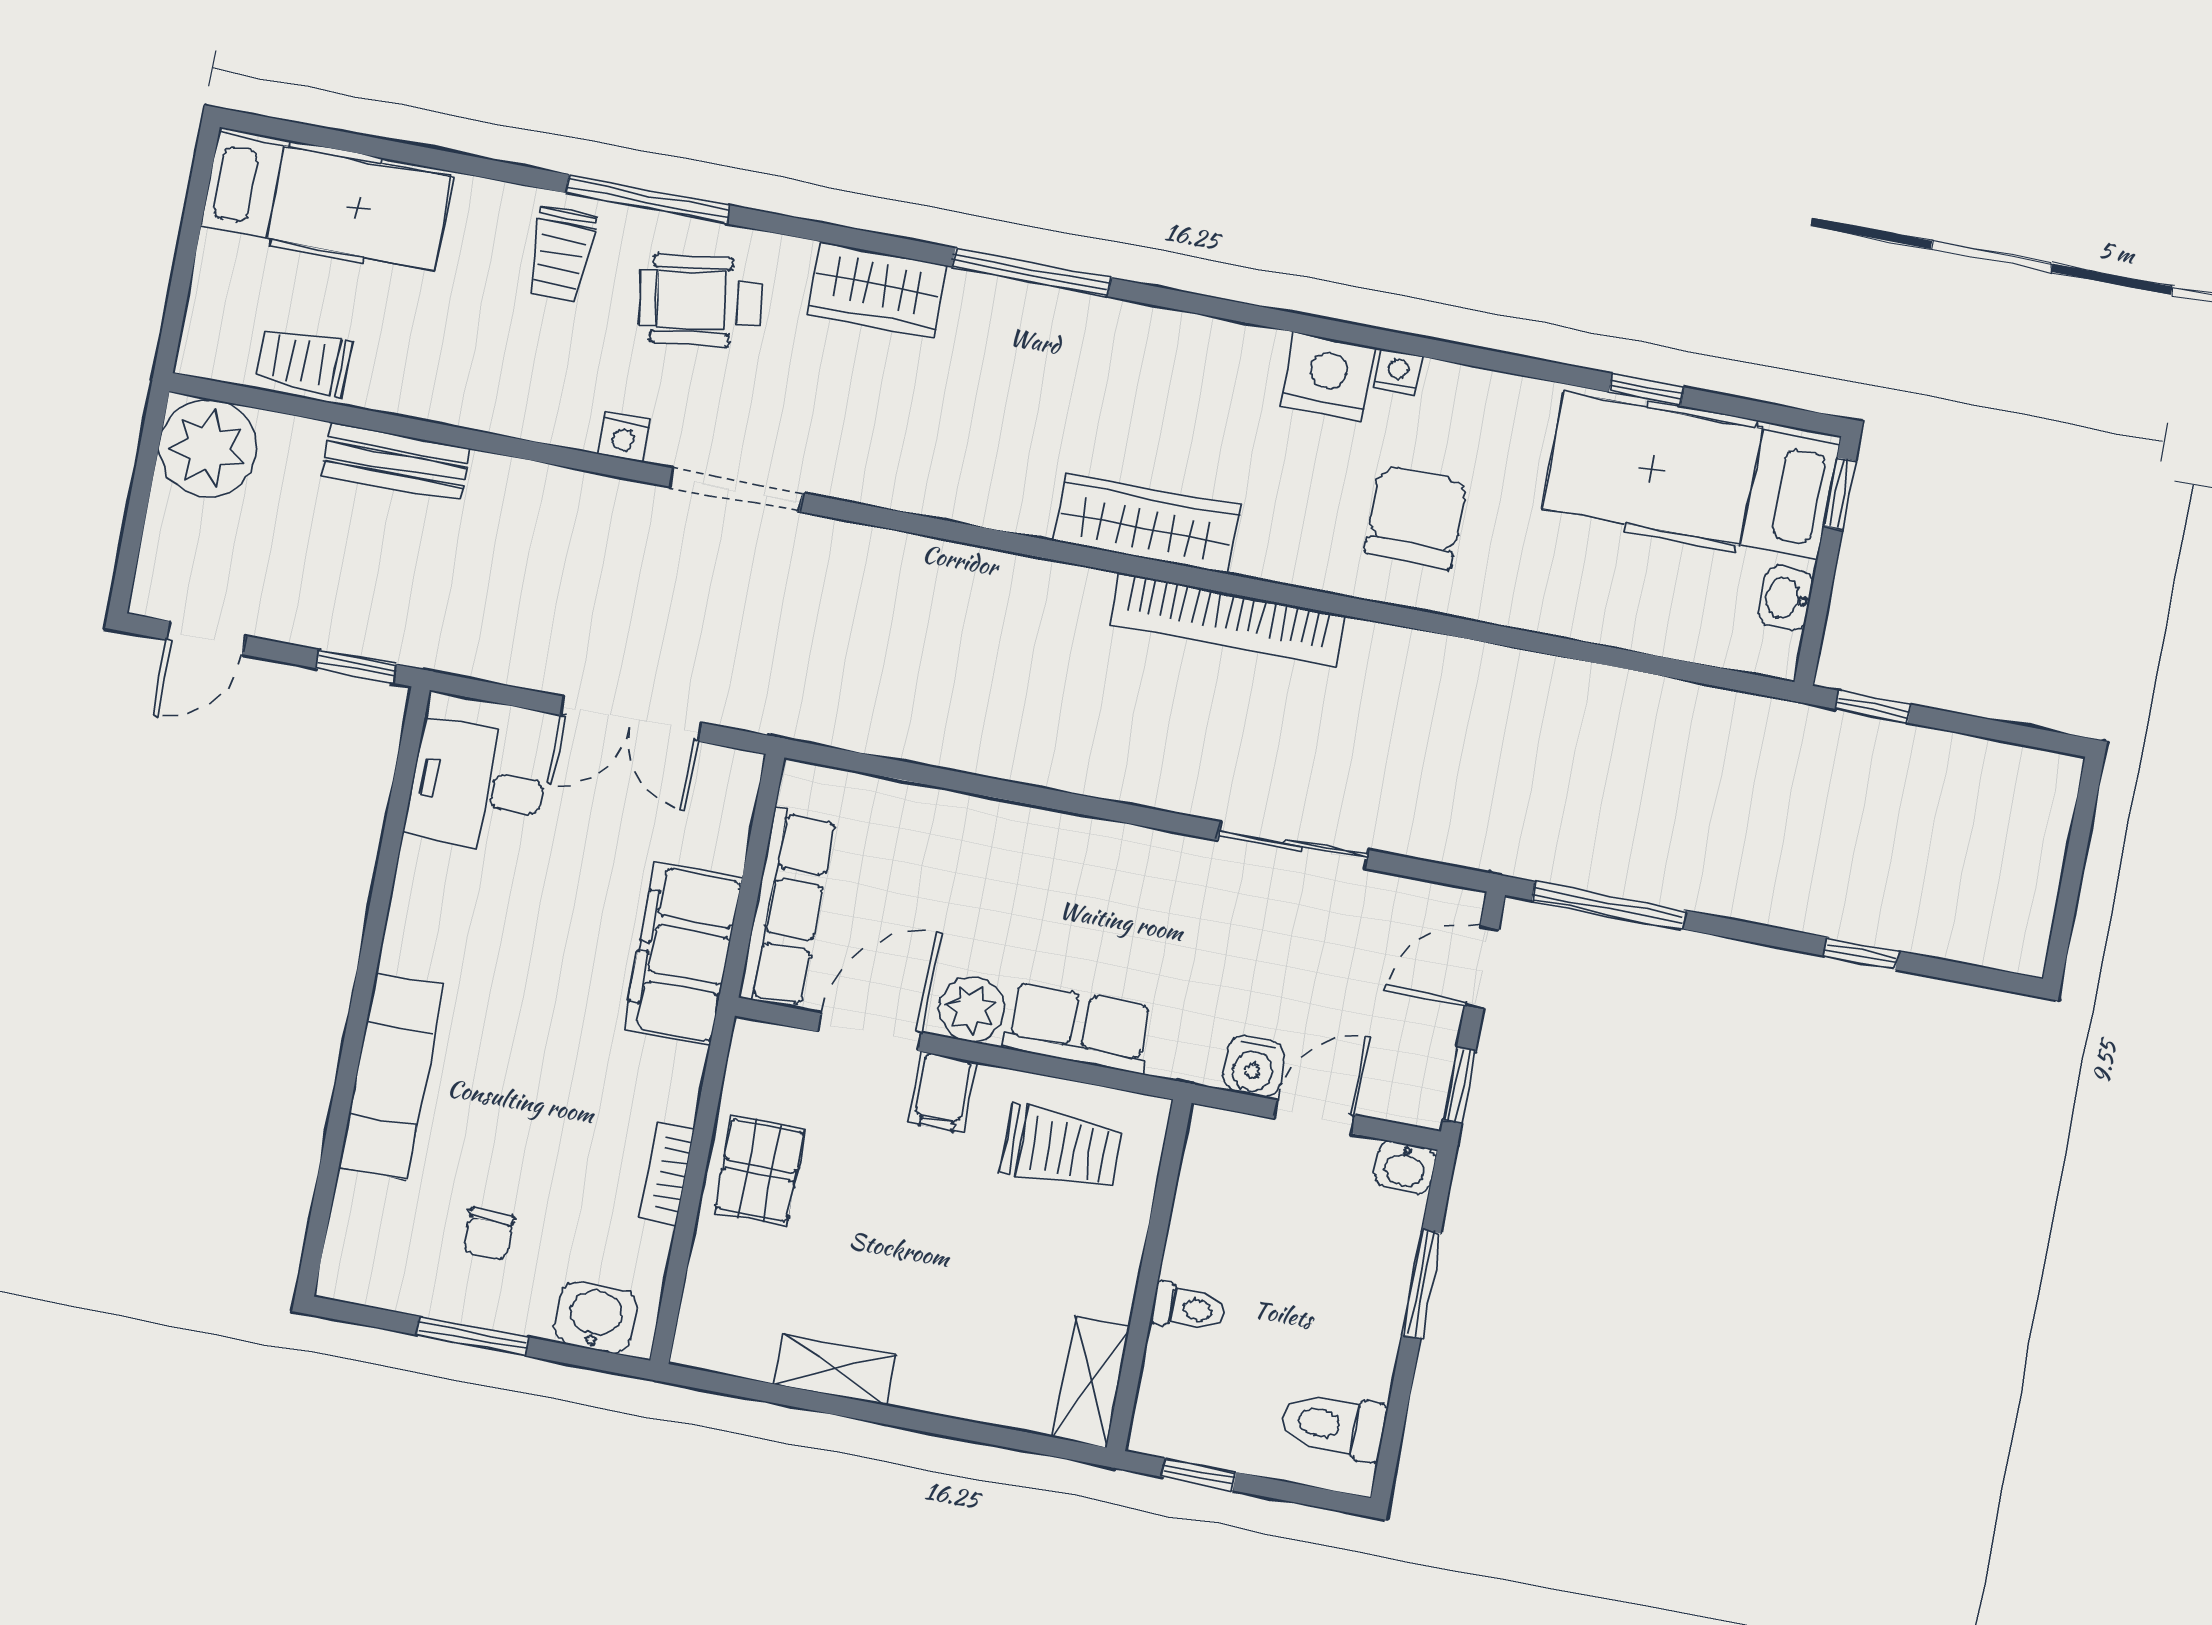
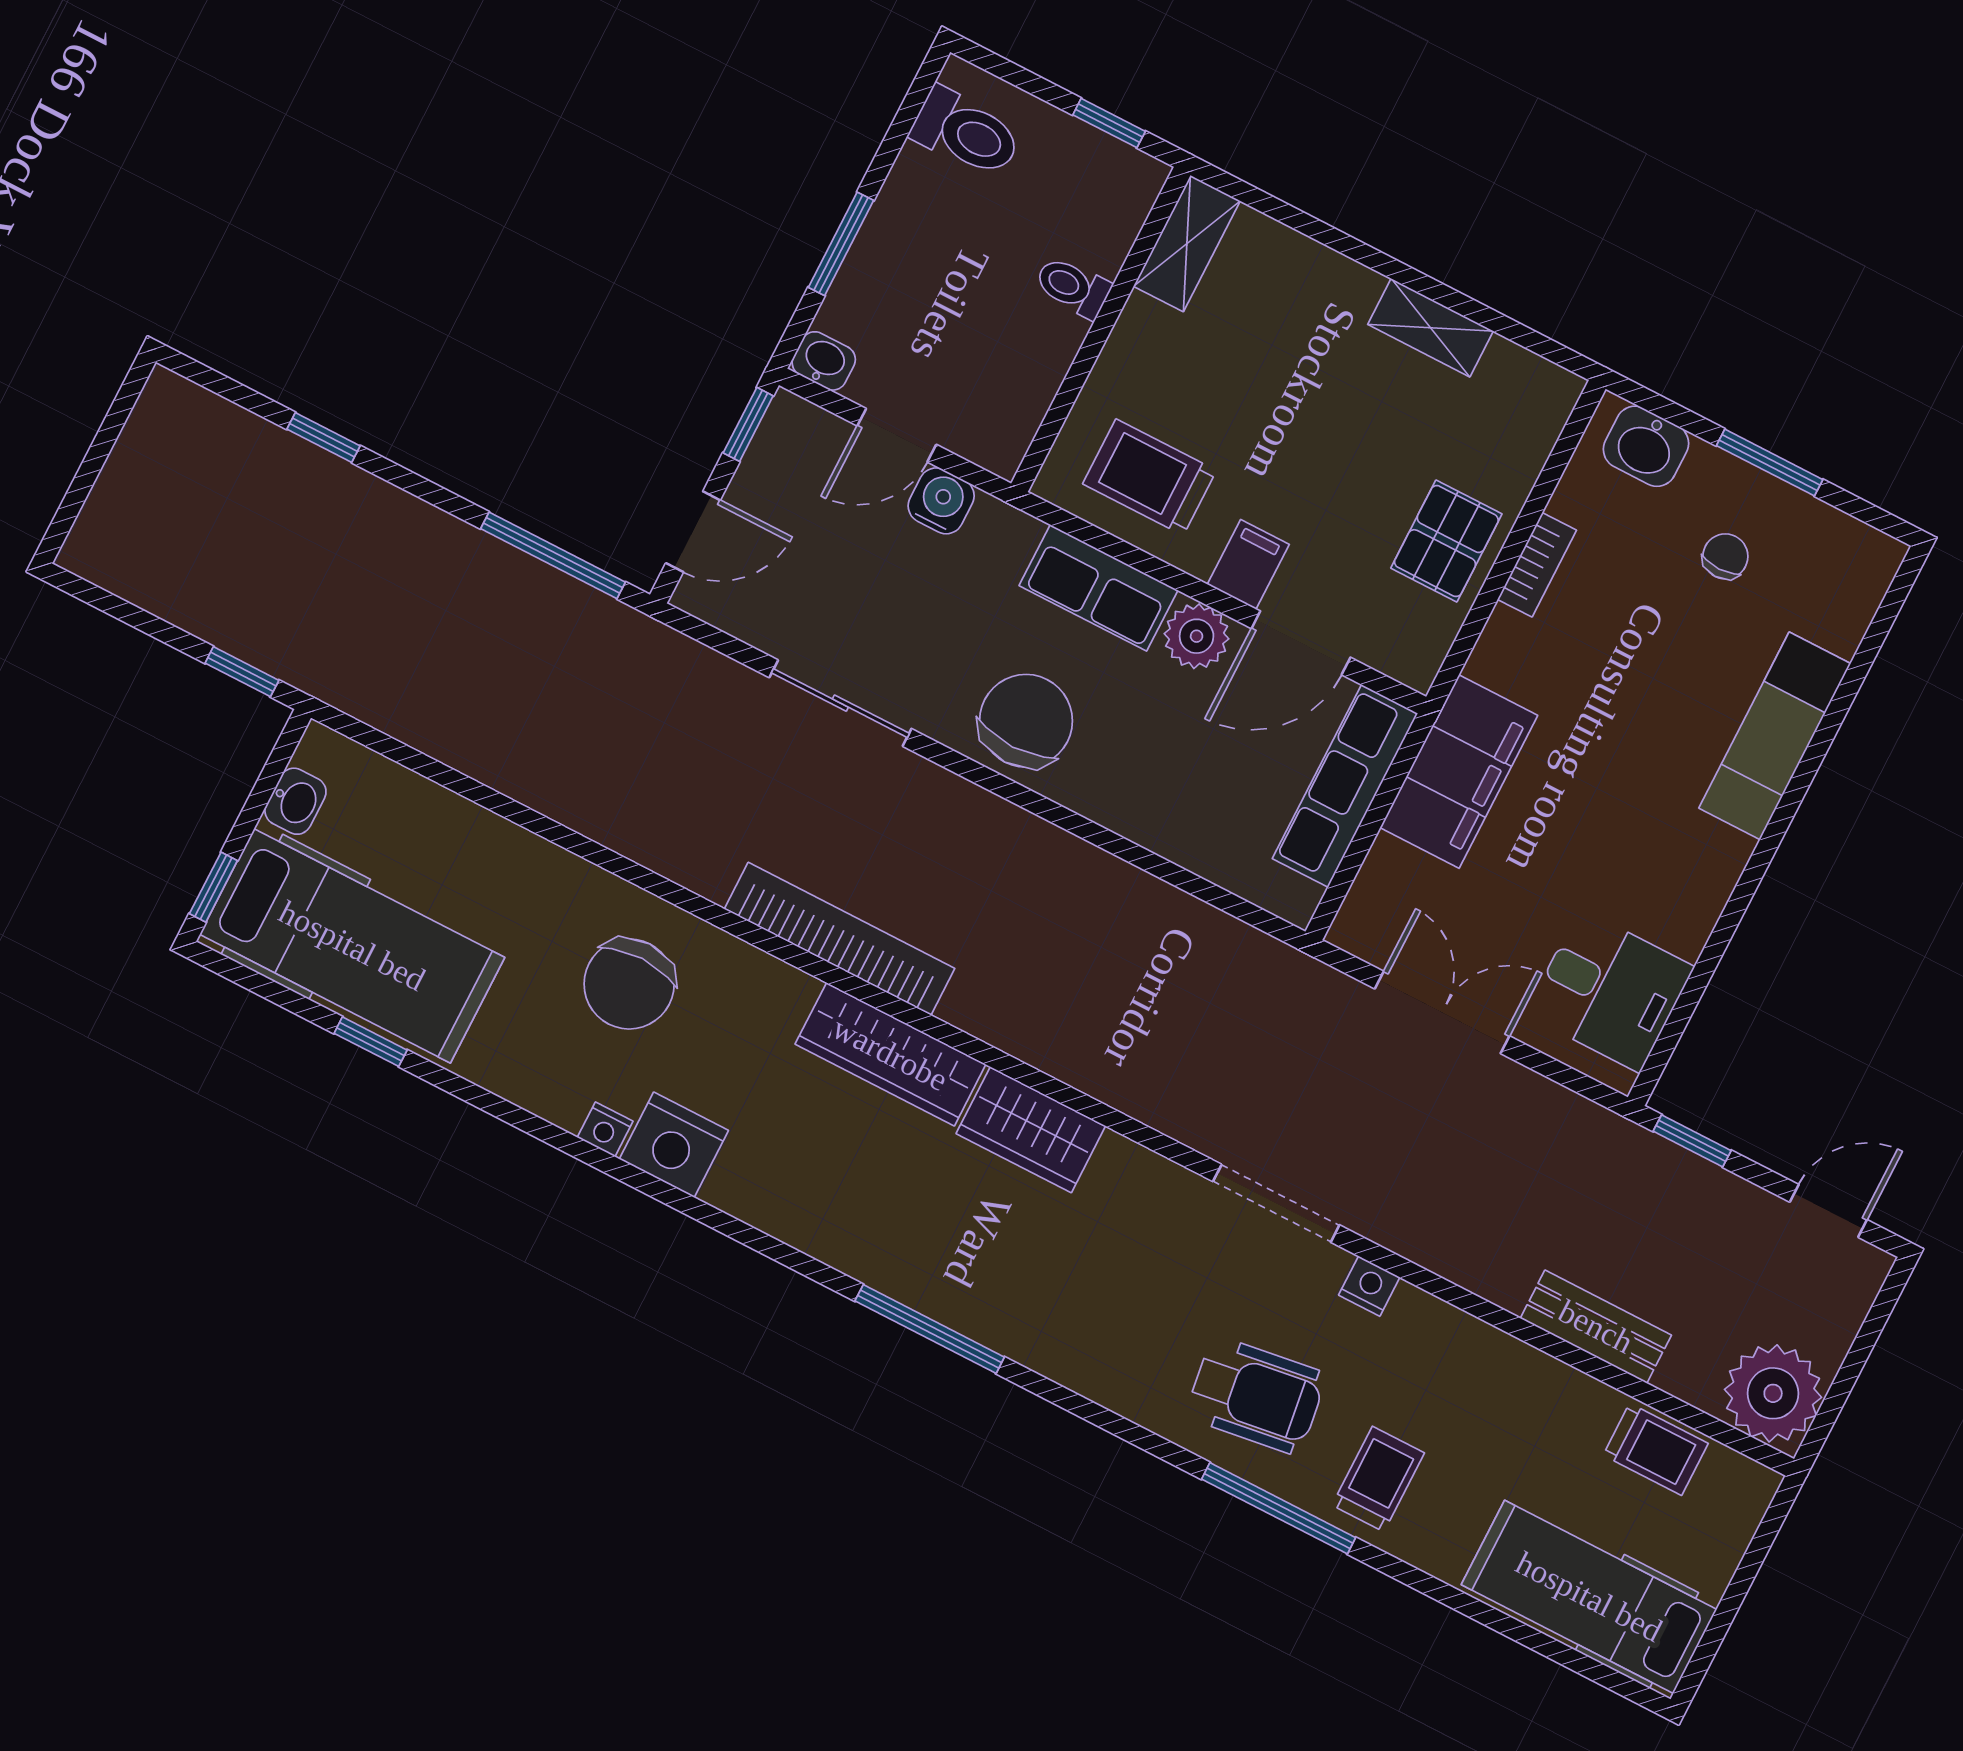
wardrobe: (876, 290) -> (1031, 1130), moved, turned 180
chair: (1111, 880) -> (1026, 721), added

